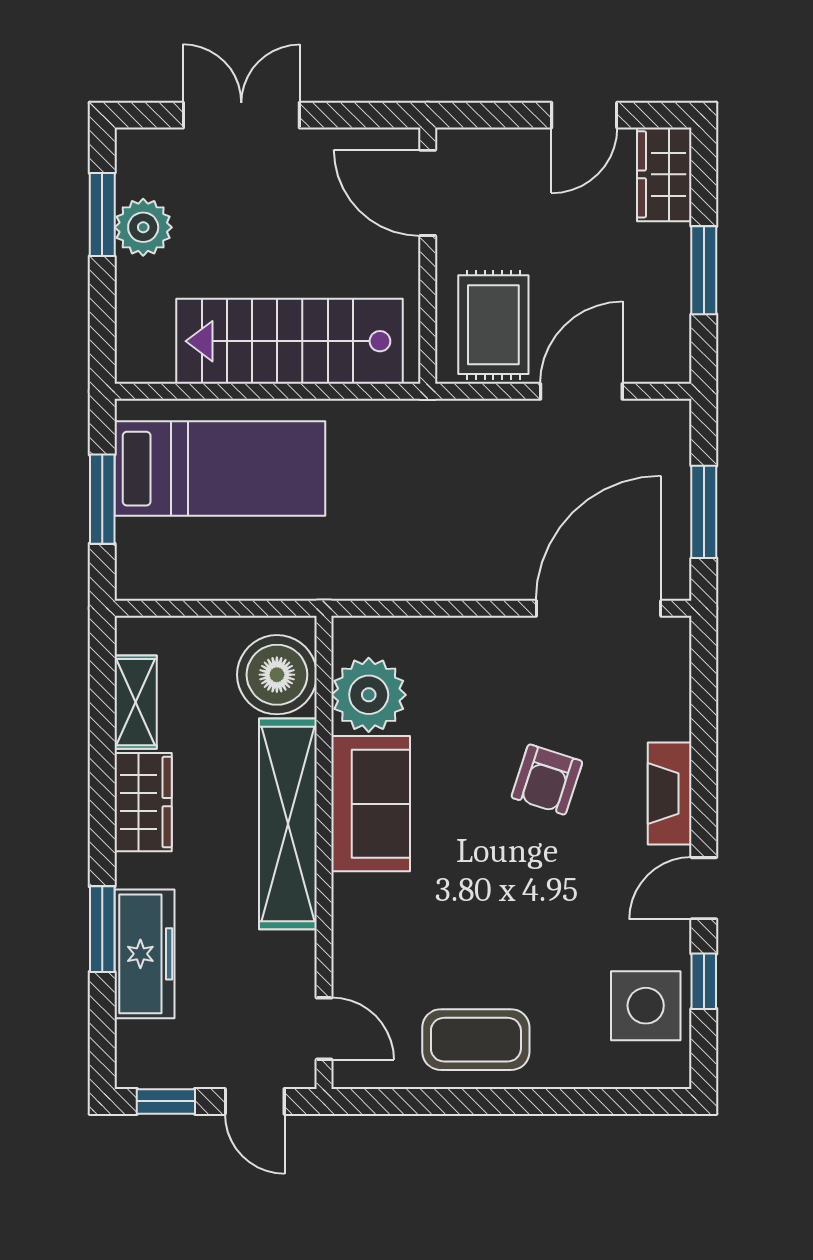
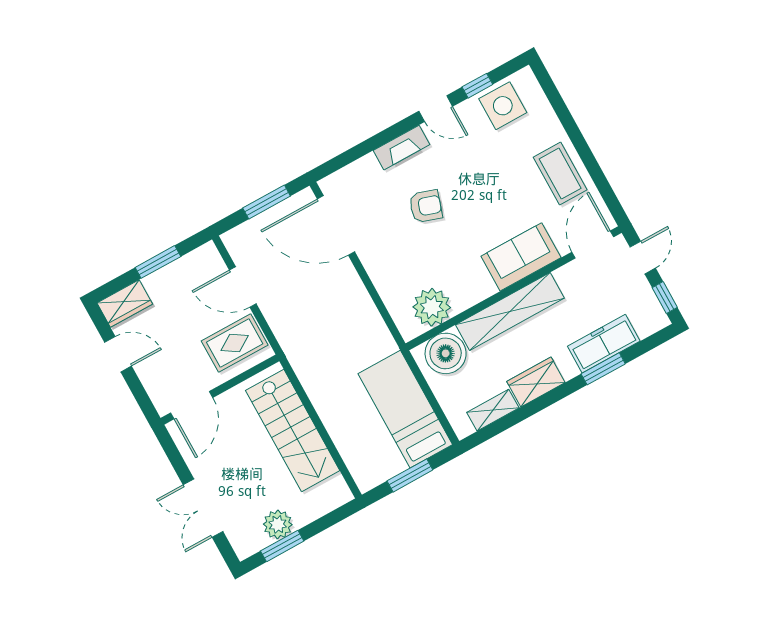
bed: (220, 469) -> (405, 409), moved
sofa: (371, 804) -> (521, 257), moved
door: (324, 1029) -> (593, 244), width x1.38

